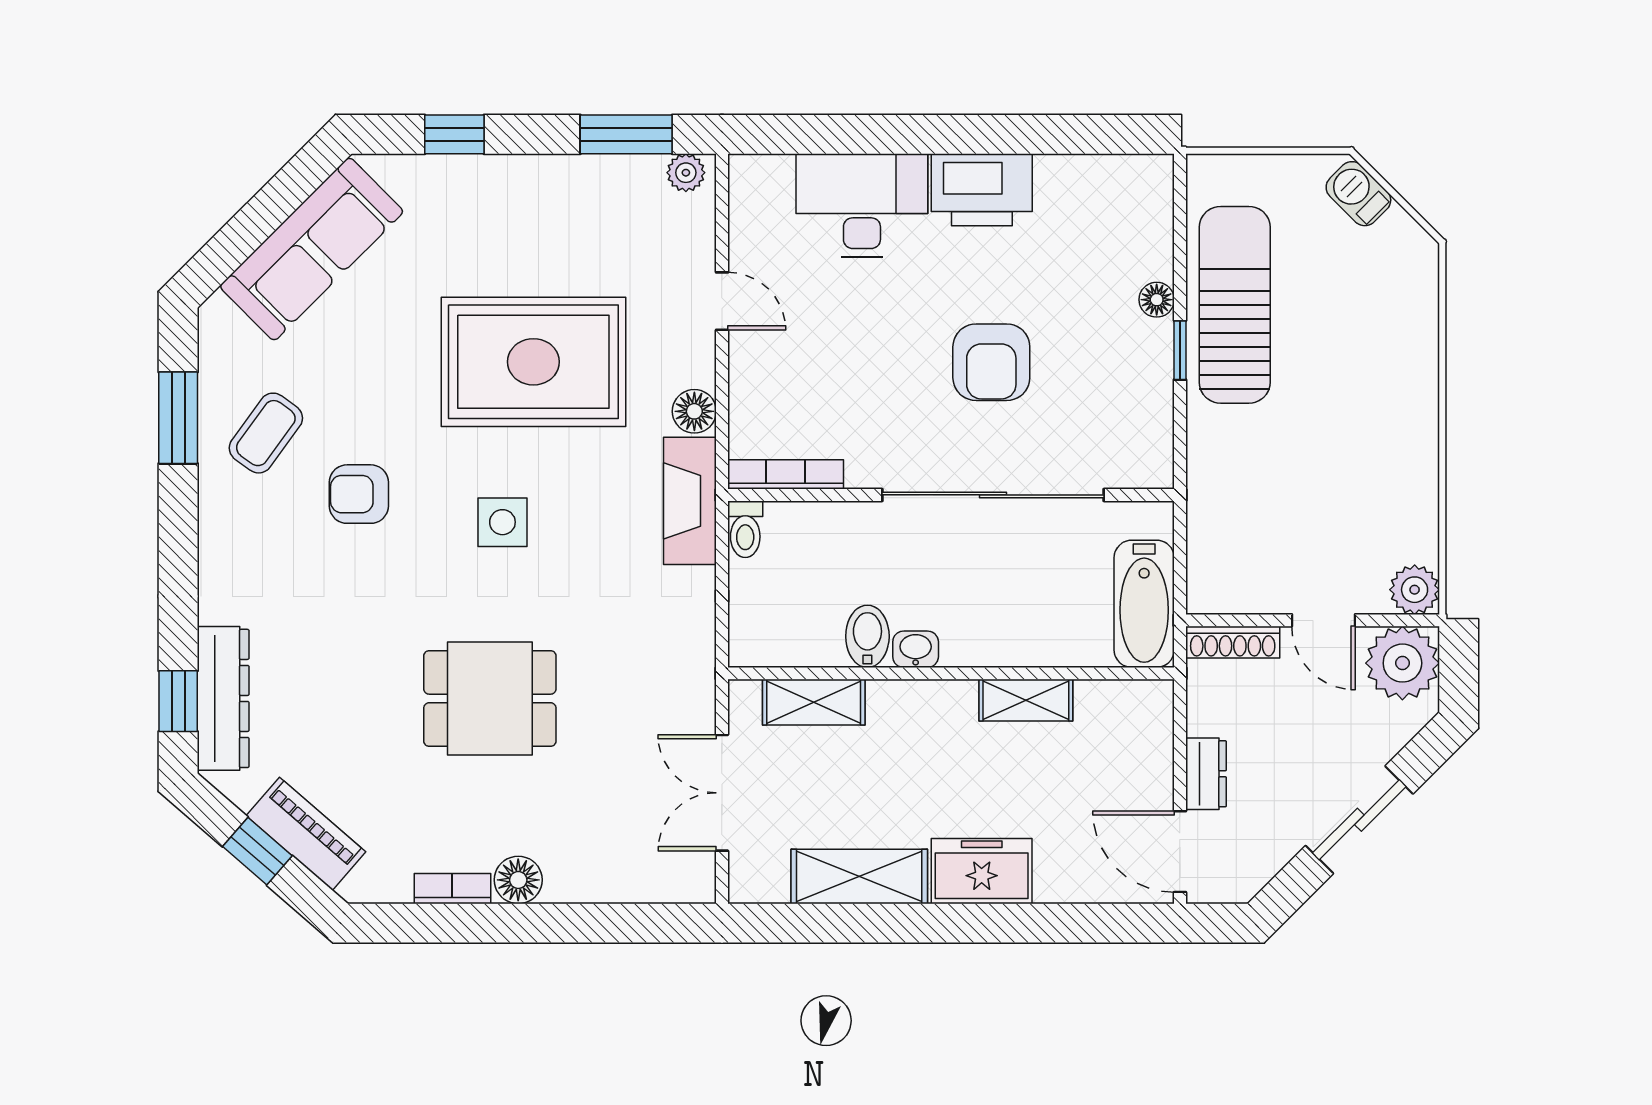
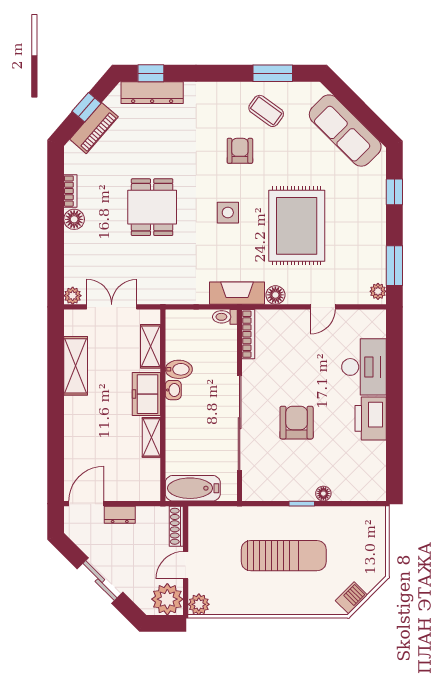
barbecue: (1358, 194) -> (351, 598), moved
sun lounger: (1235, 305) -> (284, 556), moved
armchair: (991, 362) -> (297, 423), turned 90
freezer: (982, 871) -> (146, 394), moved, turned 180
plant: (696, 884) -> (73, 296), added

